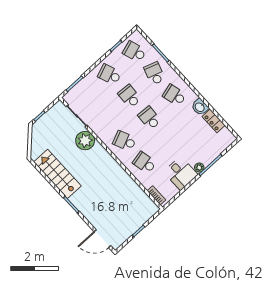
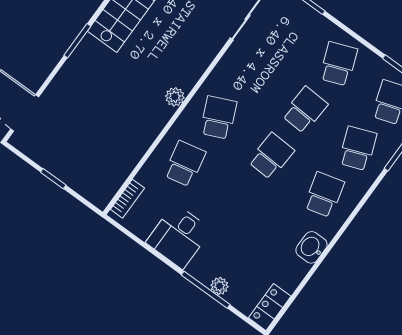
school desk: (154, 73) -> (358, 148), turned -39
locker: (214, 121) -> (270, 307), moved
plant: (85, 141) -> (175, 97), moved, width x0.53, depth x0.53
plant: (199, 167) -> (219, 286), moved

